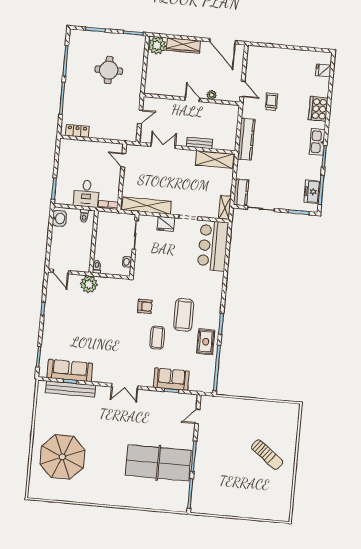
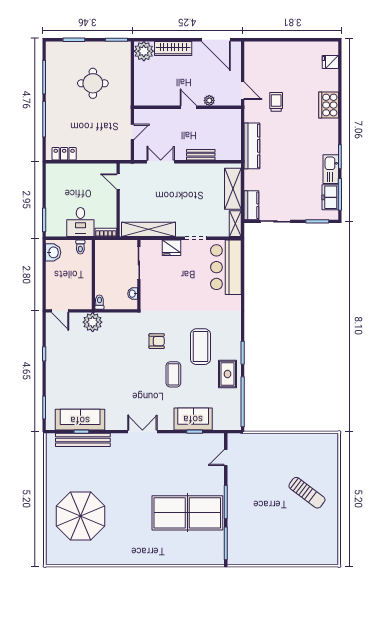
kitchen sink: (317, 142) -> (331, 169), moved
shelving: (215, 160) -> (233, 189), moved, turned 90
double door: (125, 386) -> (142, 432), swing flipped

